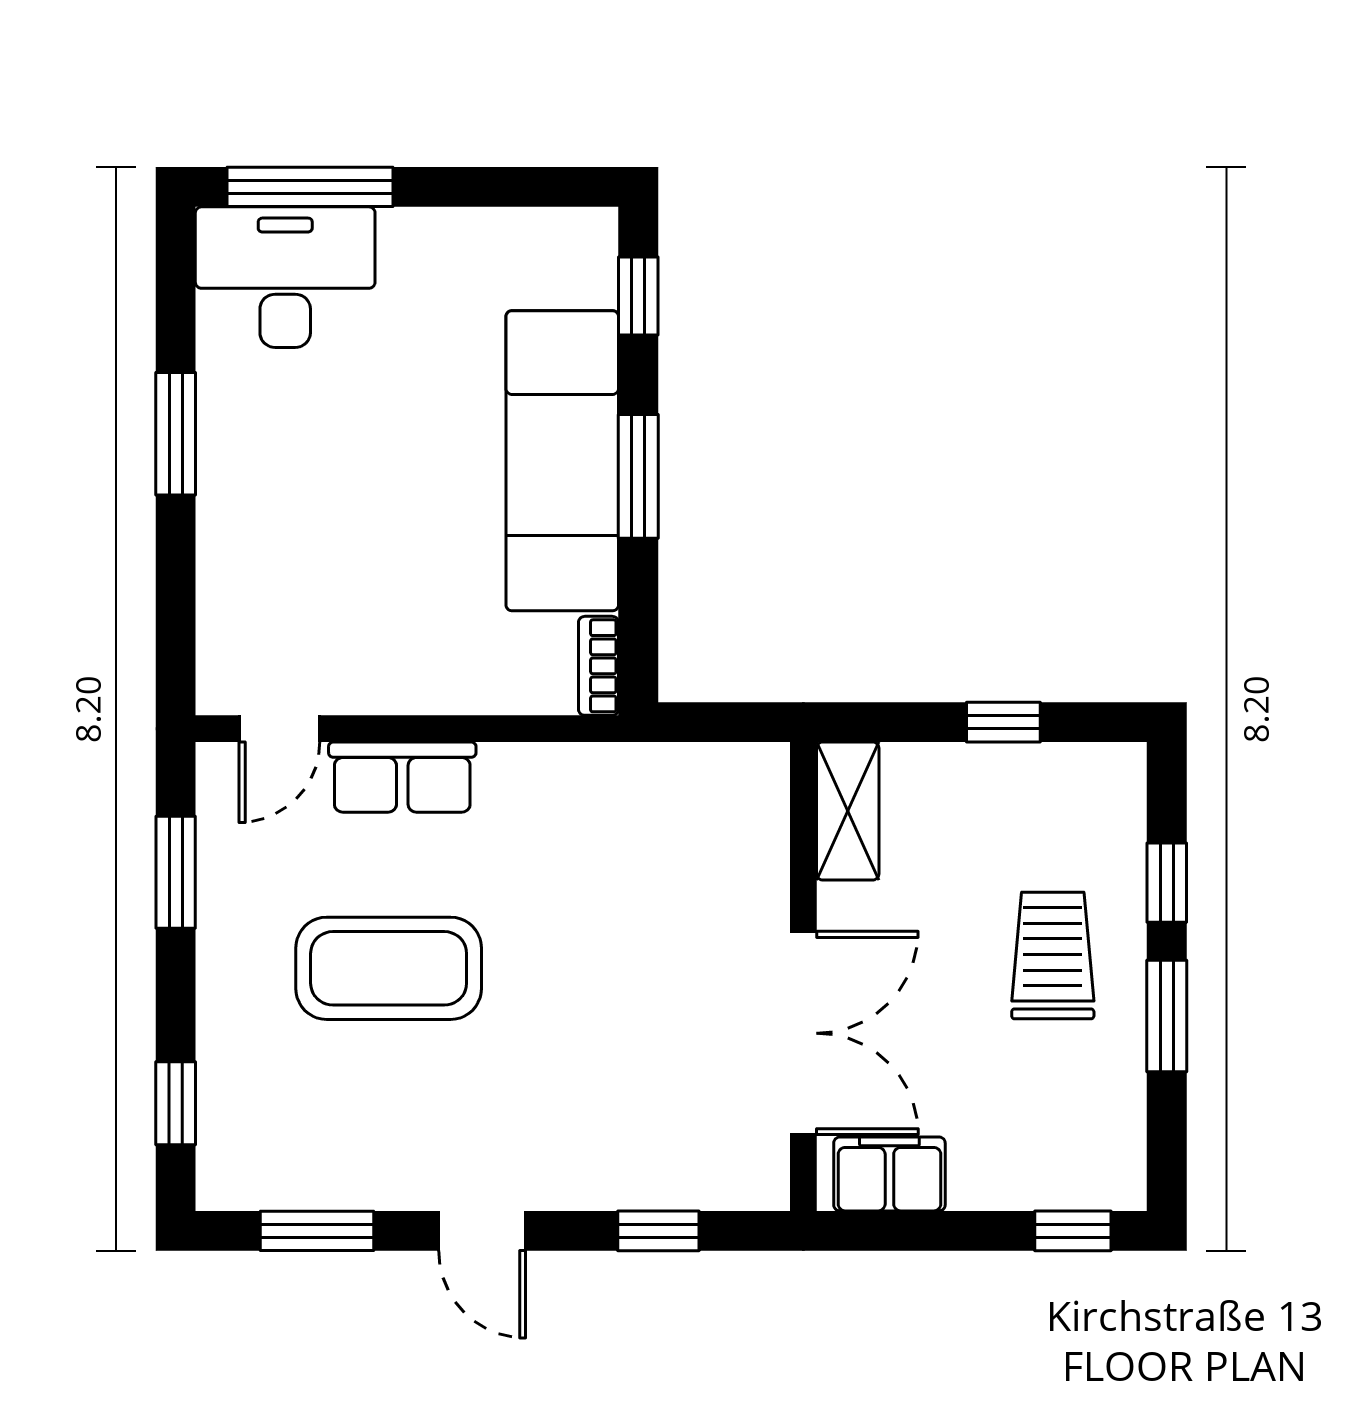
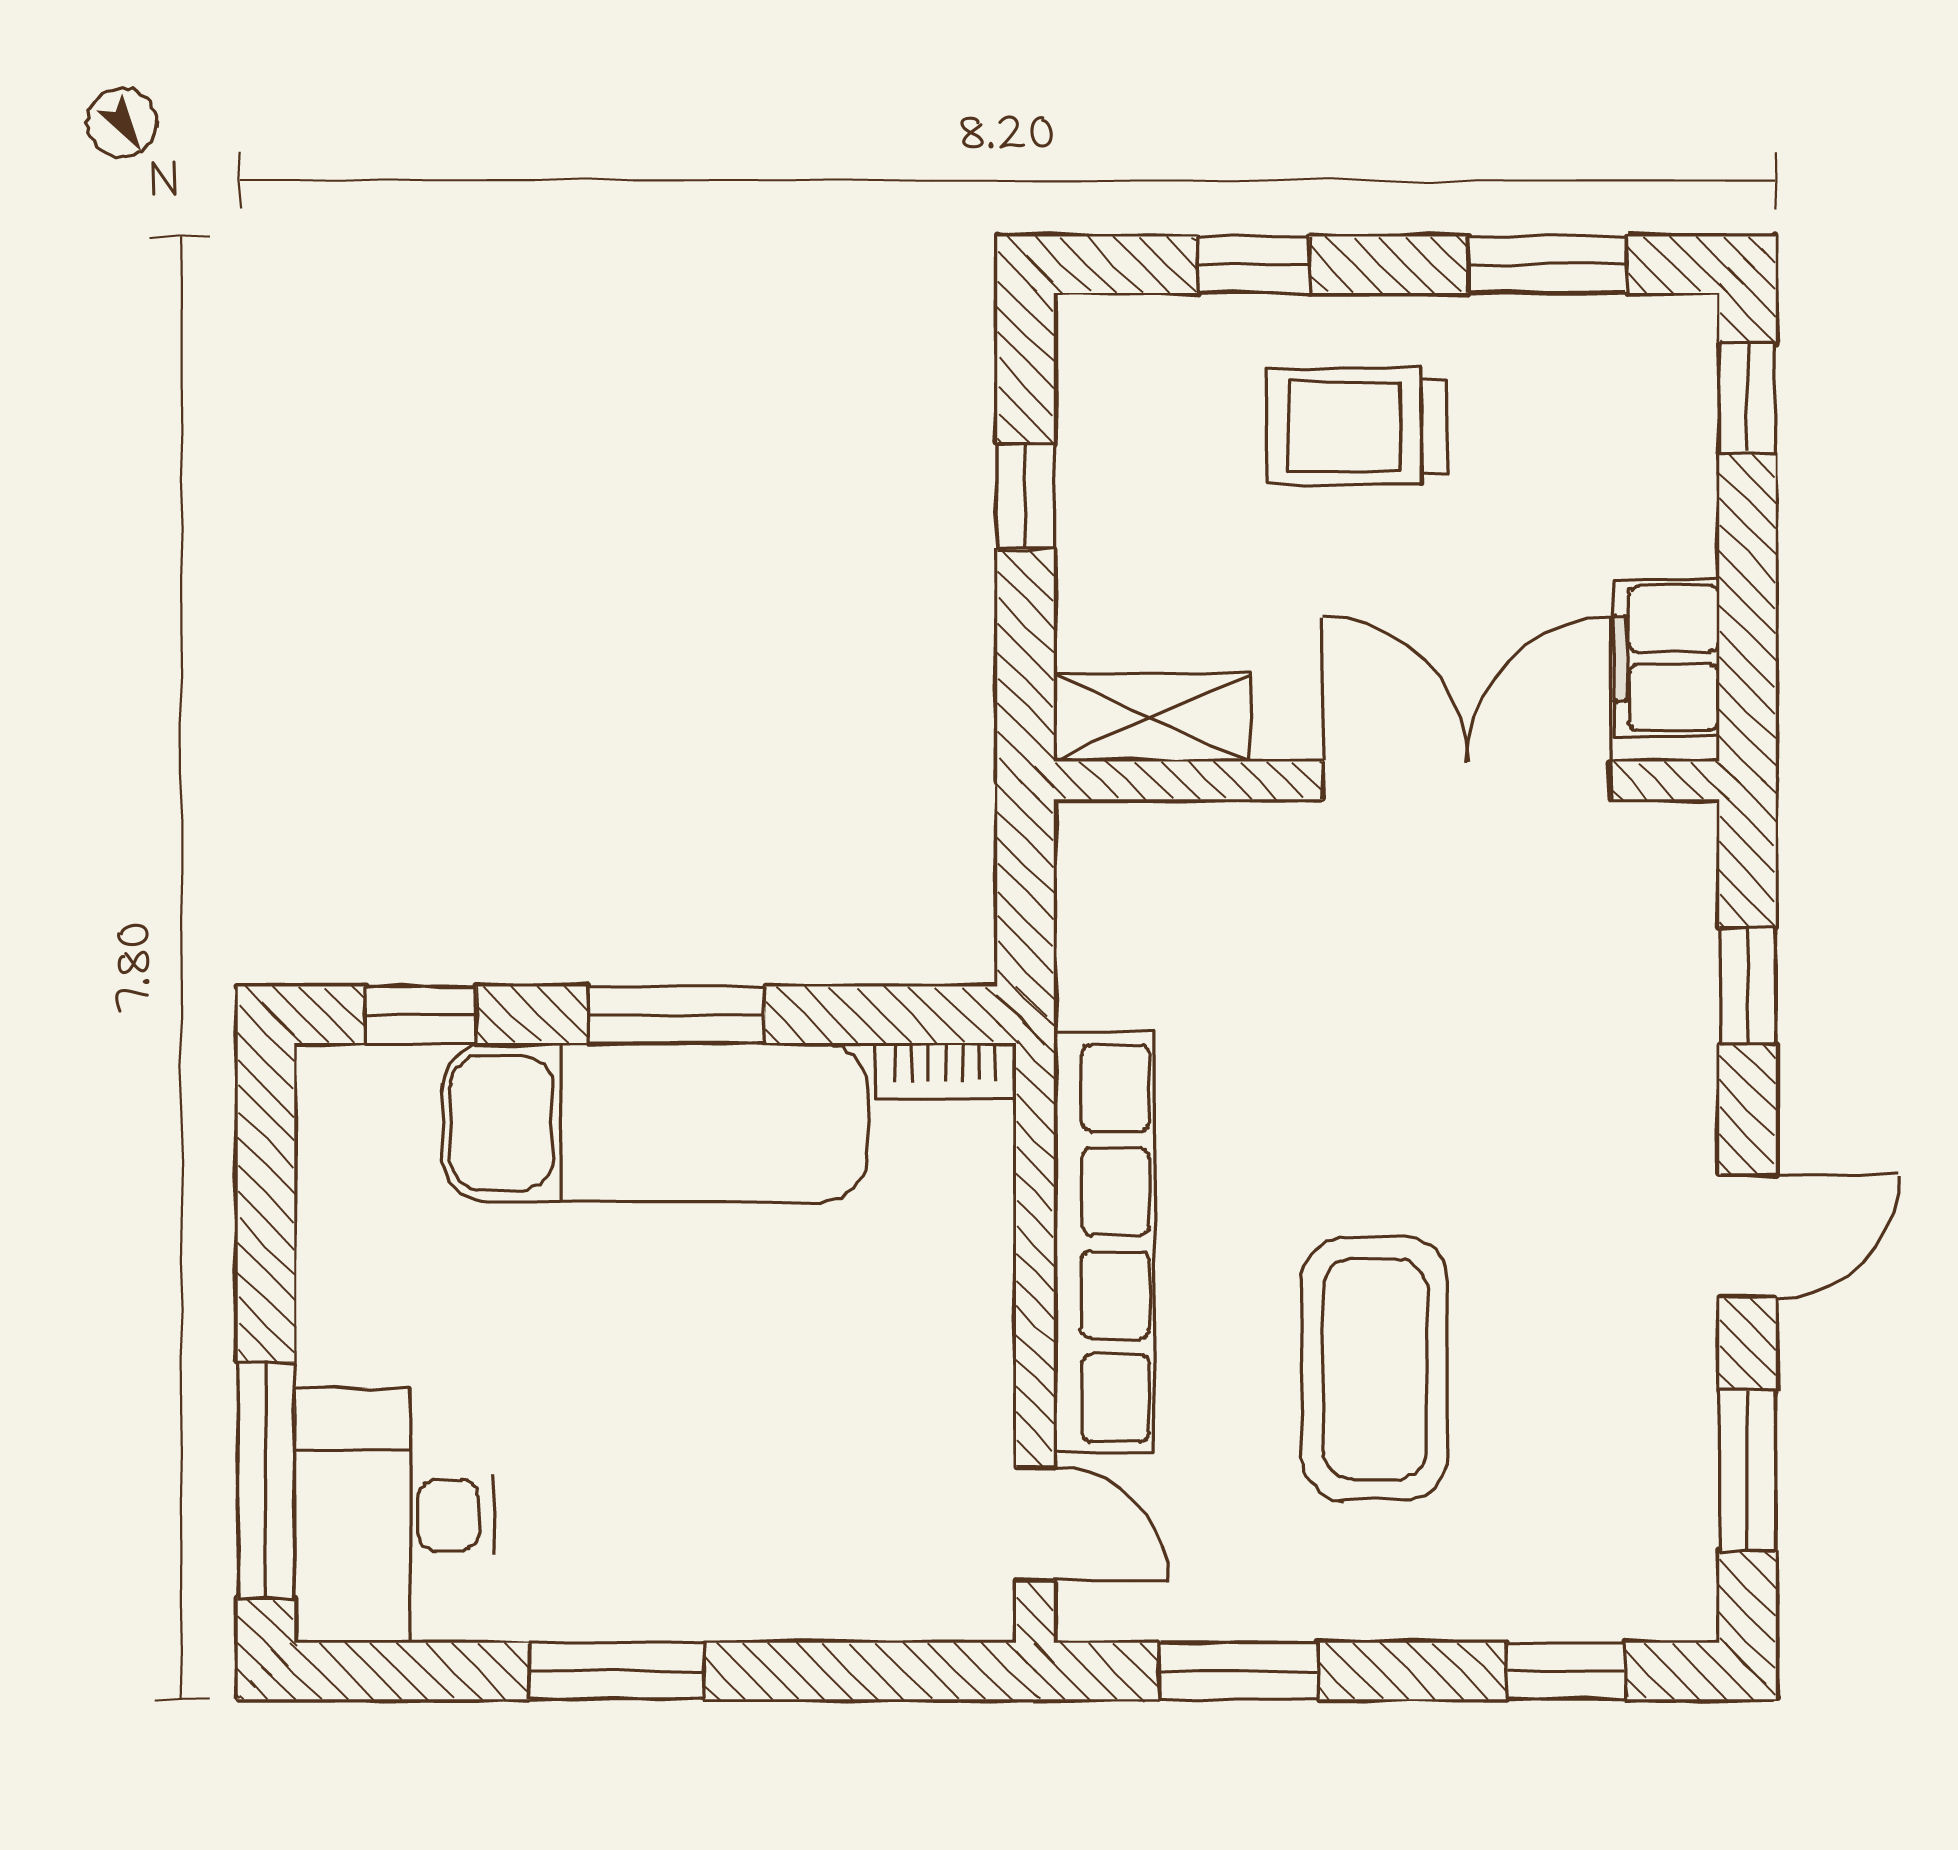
row of seats: (402, 777) -> (1104, 1243), width x2.02
window: (1167, 1016) -> (1547, 265), moved

